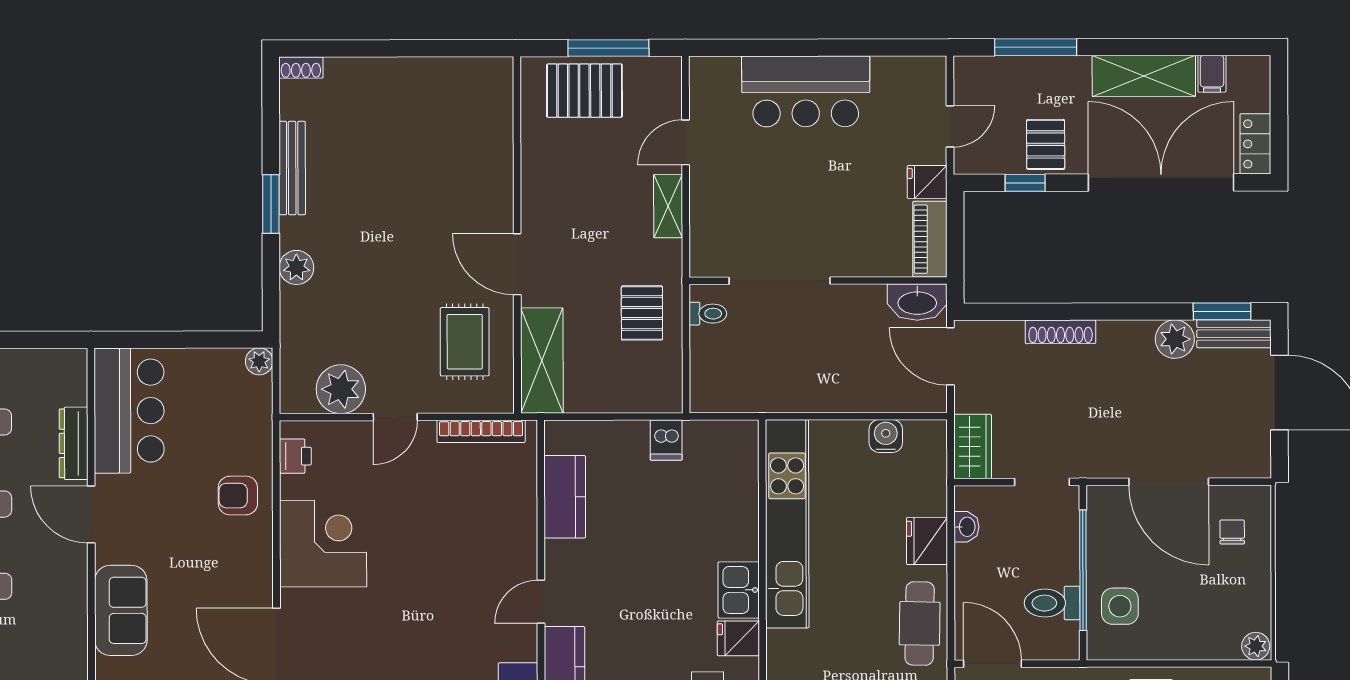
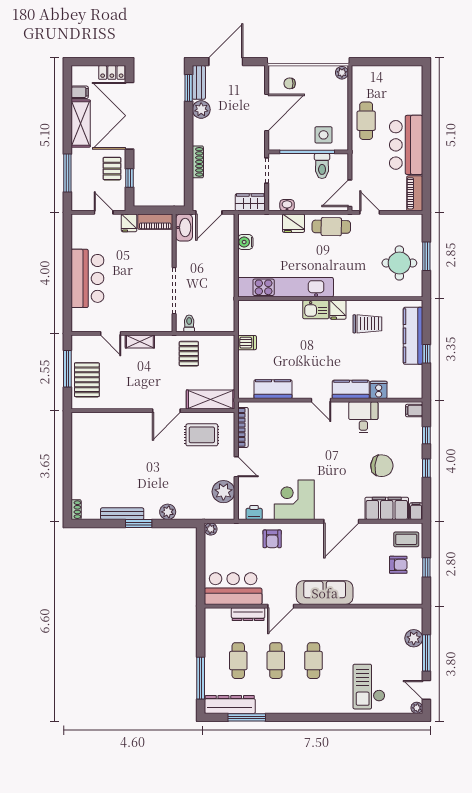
pallet: (1046, 144) -> (112, 169), turned 90
pallet: (642, 313) -> (189, 354), turned 90
sofa: (121, 610) -> (325, 593), width x1.36

